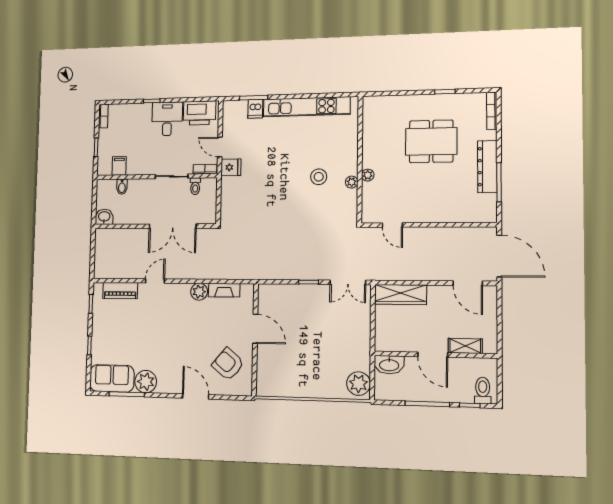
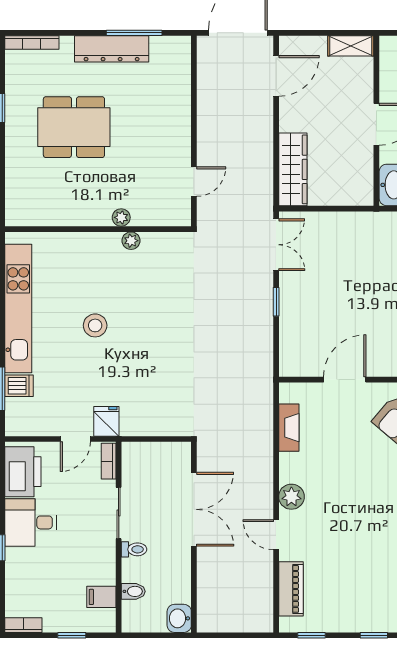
dining table: (431, 141) -> (74, 127), turned 90
stool: (319, 177) -> (95, 325), moved
toilet: (195, 186) -> (134, 549), moved
plant: (199, 292) -> (291, 497), moved
shelving: (465, 346) -> (351, 46), moved, turned 90

